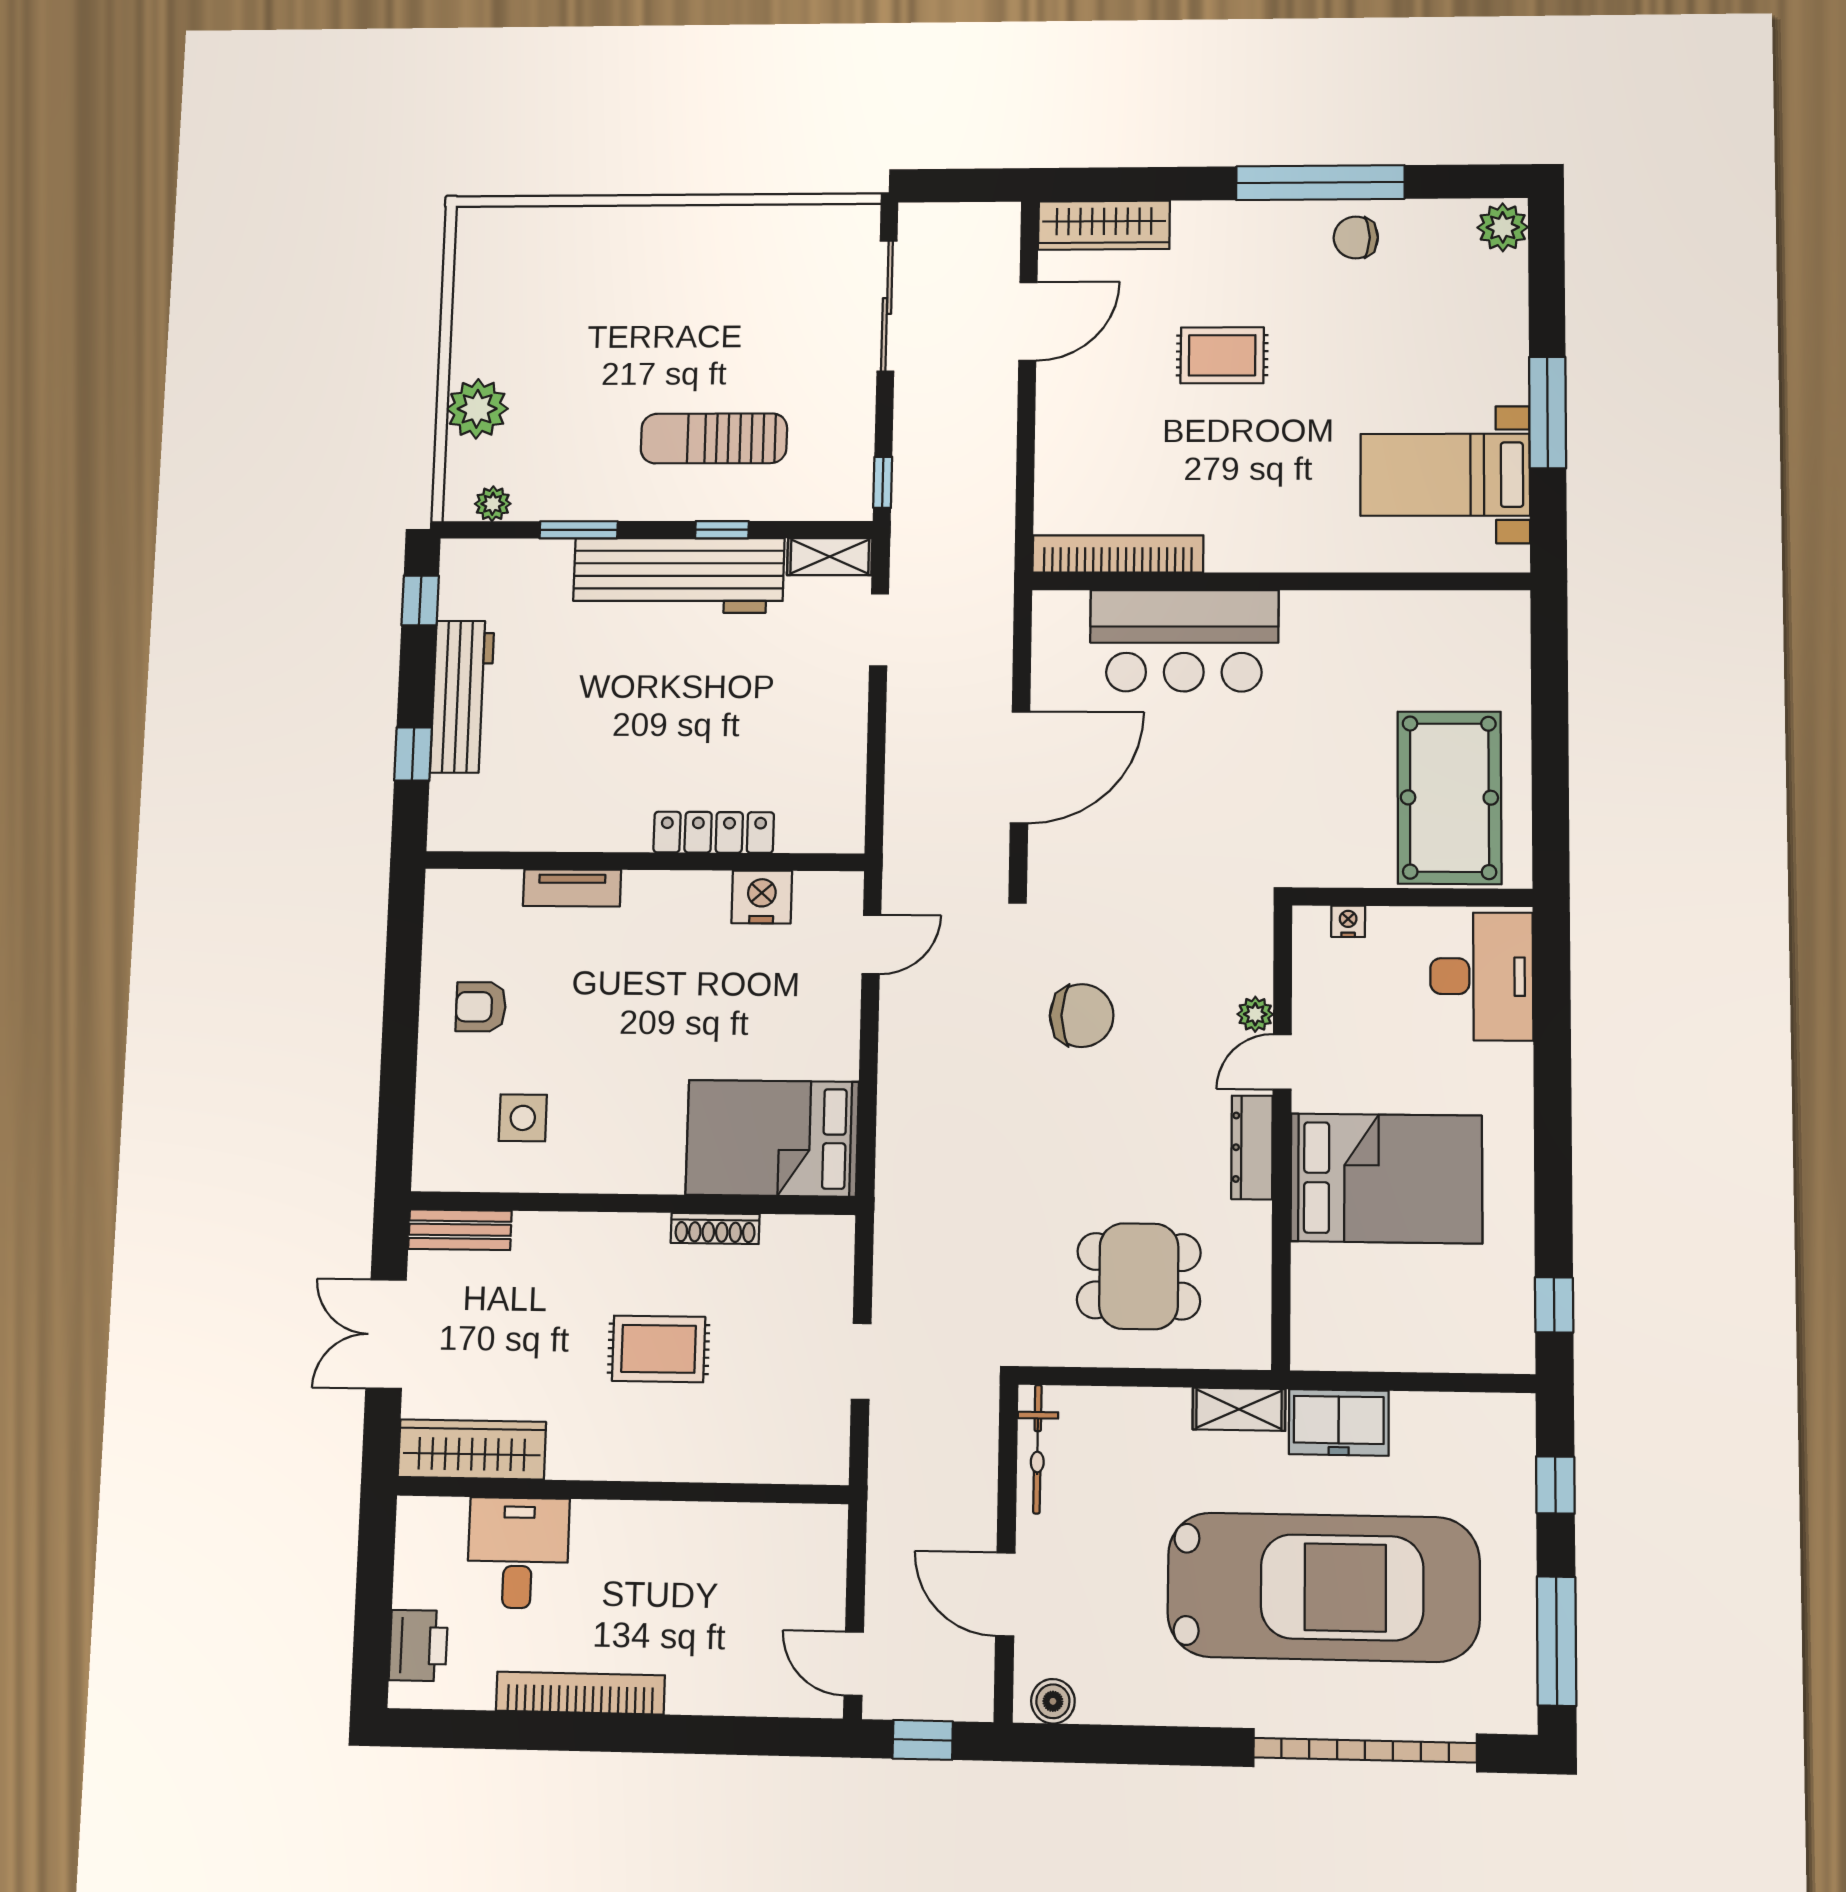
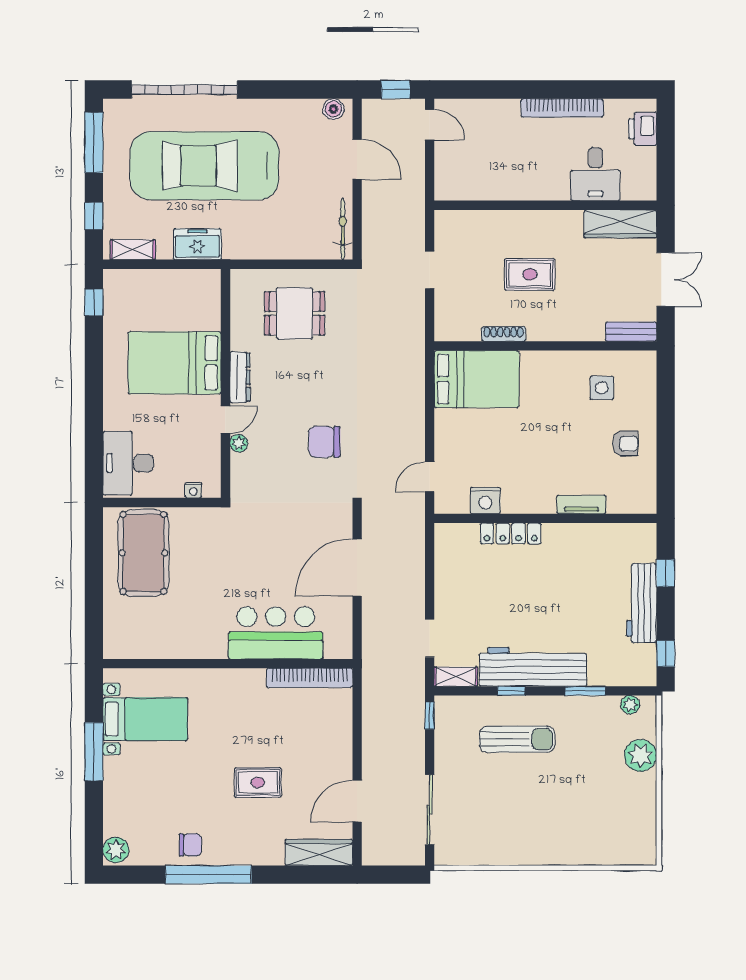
shelving: (1239, 1409) -> (133, 250), moved

